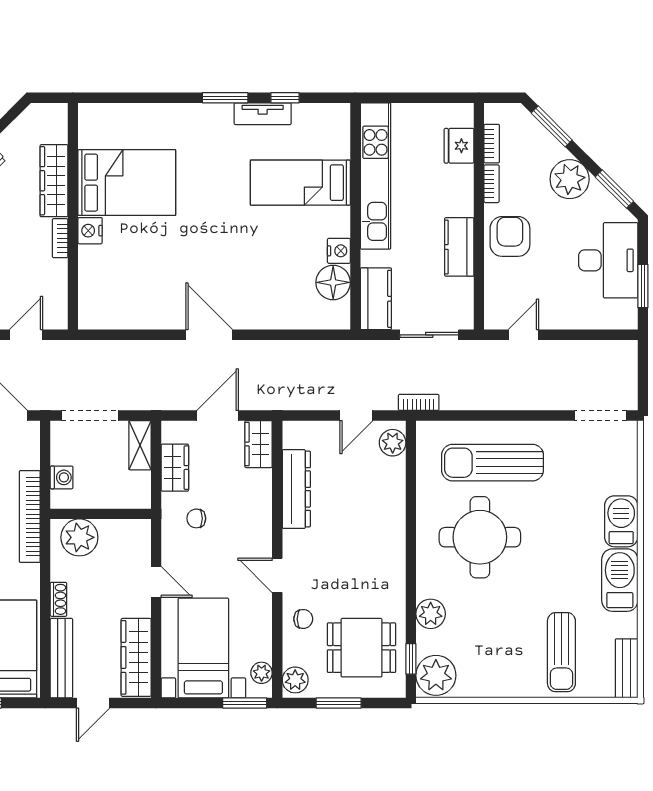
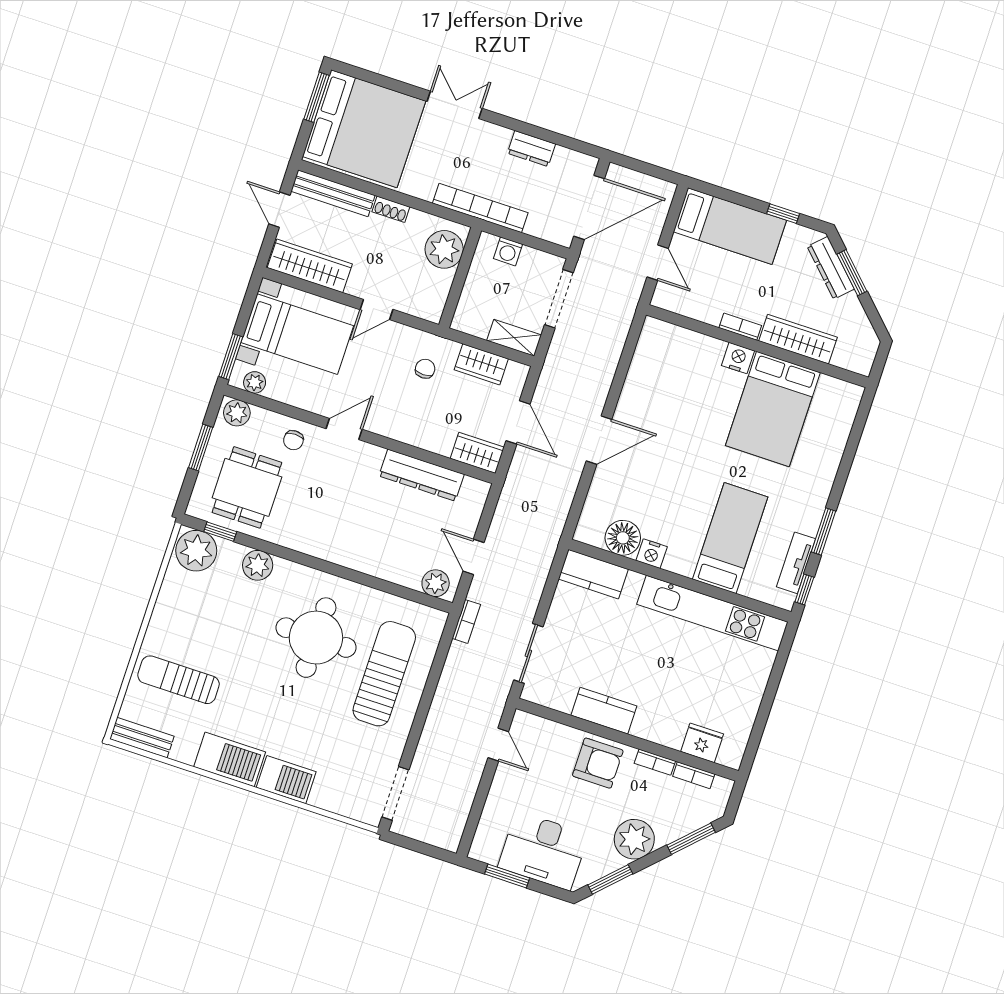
kitchen unit: (376, 176) -> (712, 613), moved
bed: (300, 183) -> (730, 538), moved
wall: (355, 216) -> (680, 581), moved
nightstand: (339, 251) -> (652, 554), moved
floor lamp: (333, 282) -> (623, 538), moved
kitchen counter: (376, 299) -> (593, 574), moved

